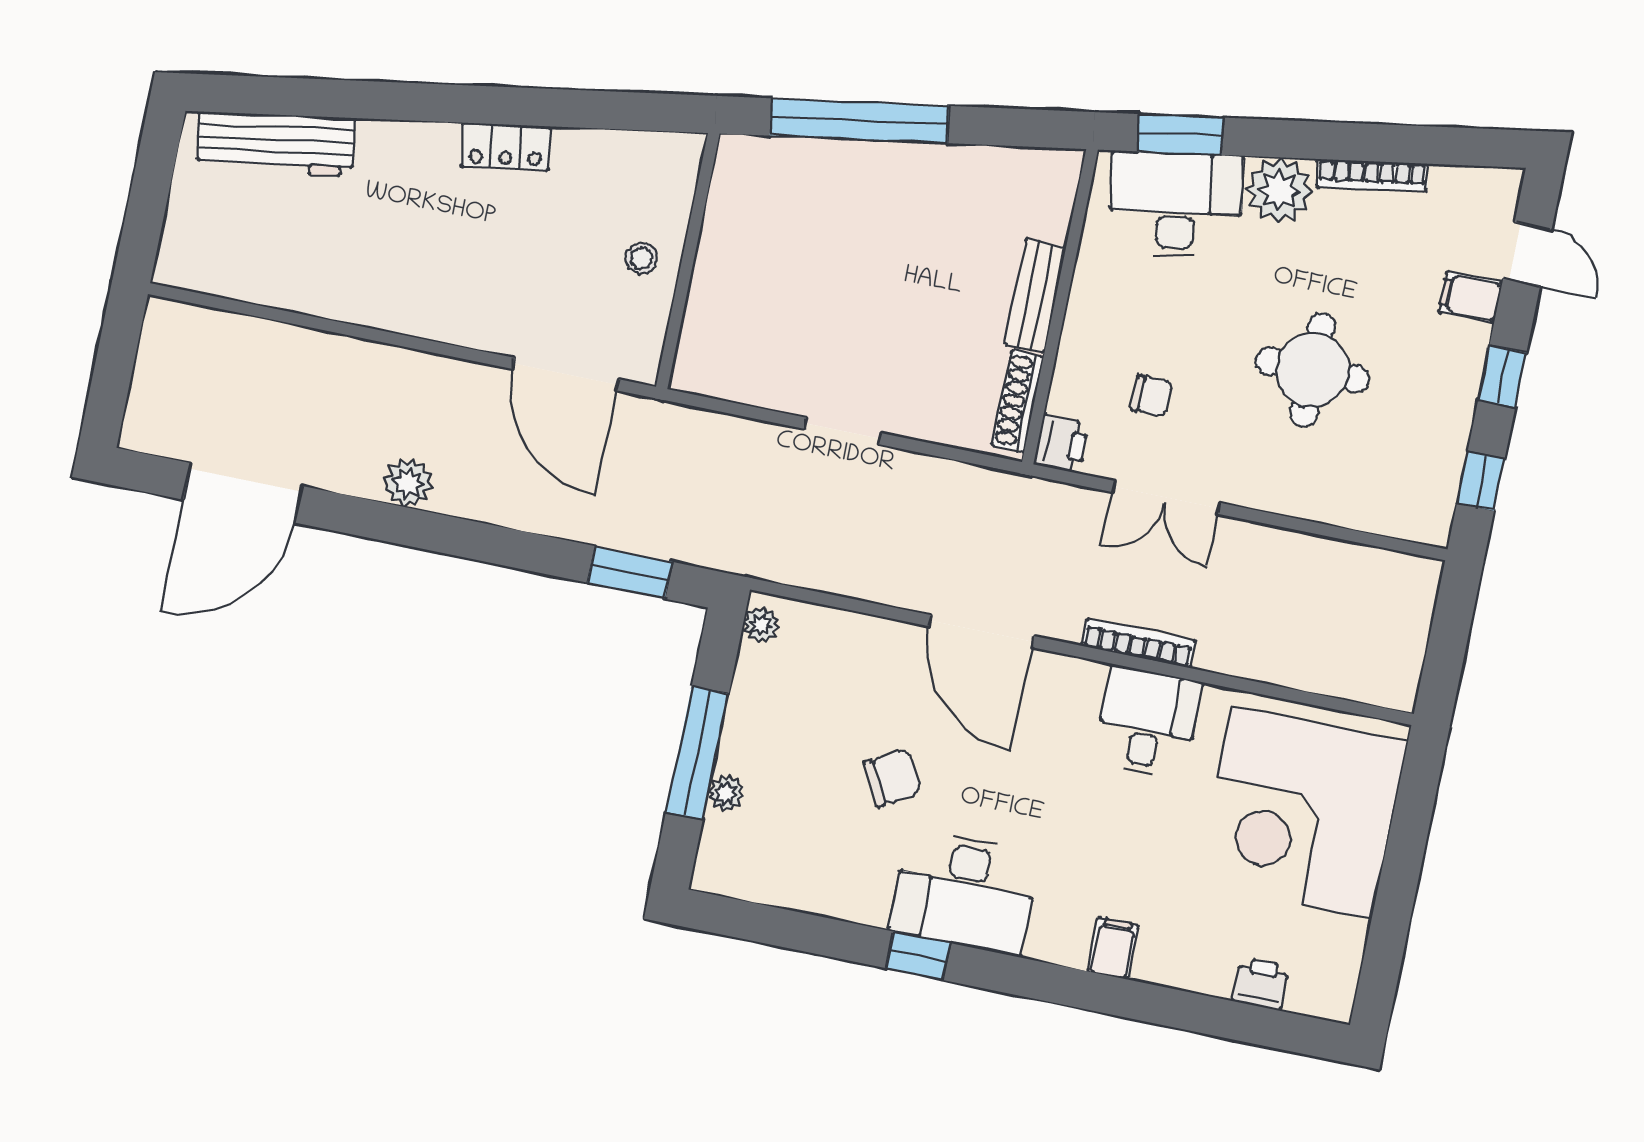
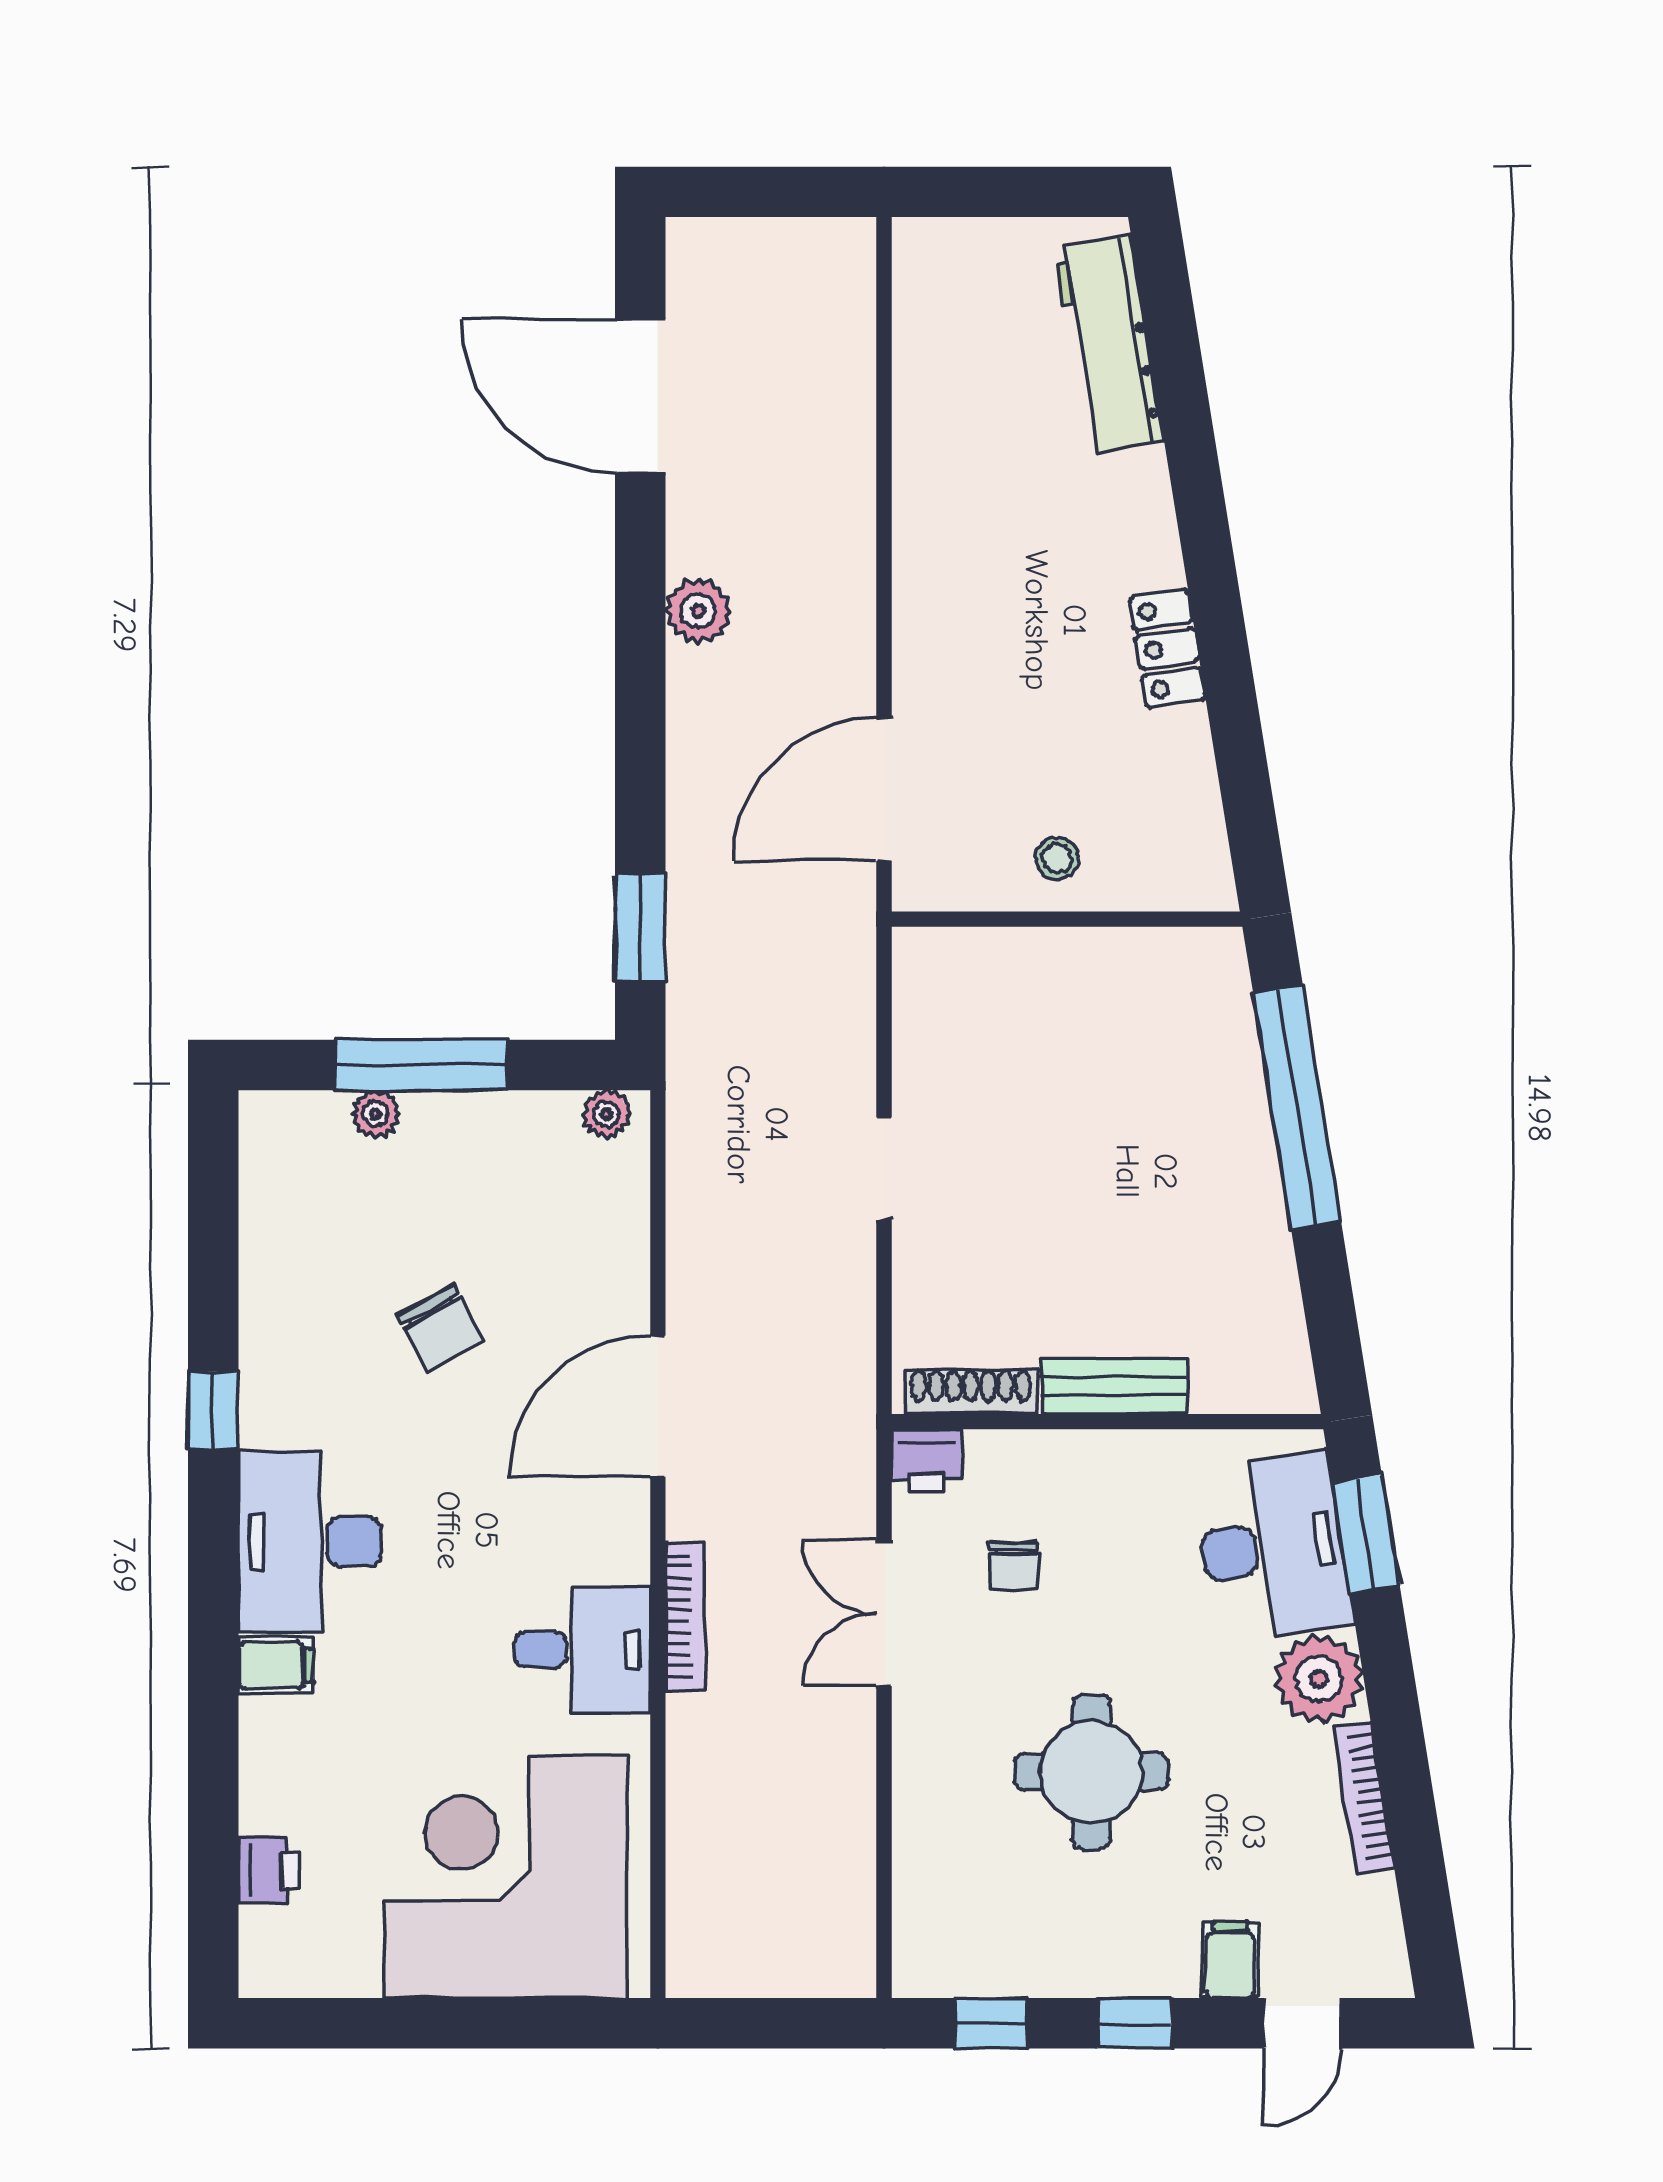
desk: (964, 892) -> (310, 1541), moved

